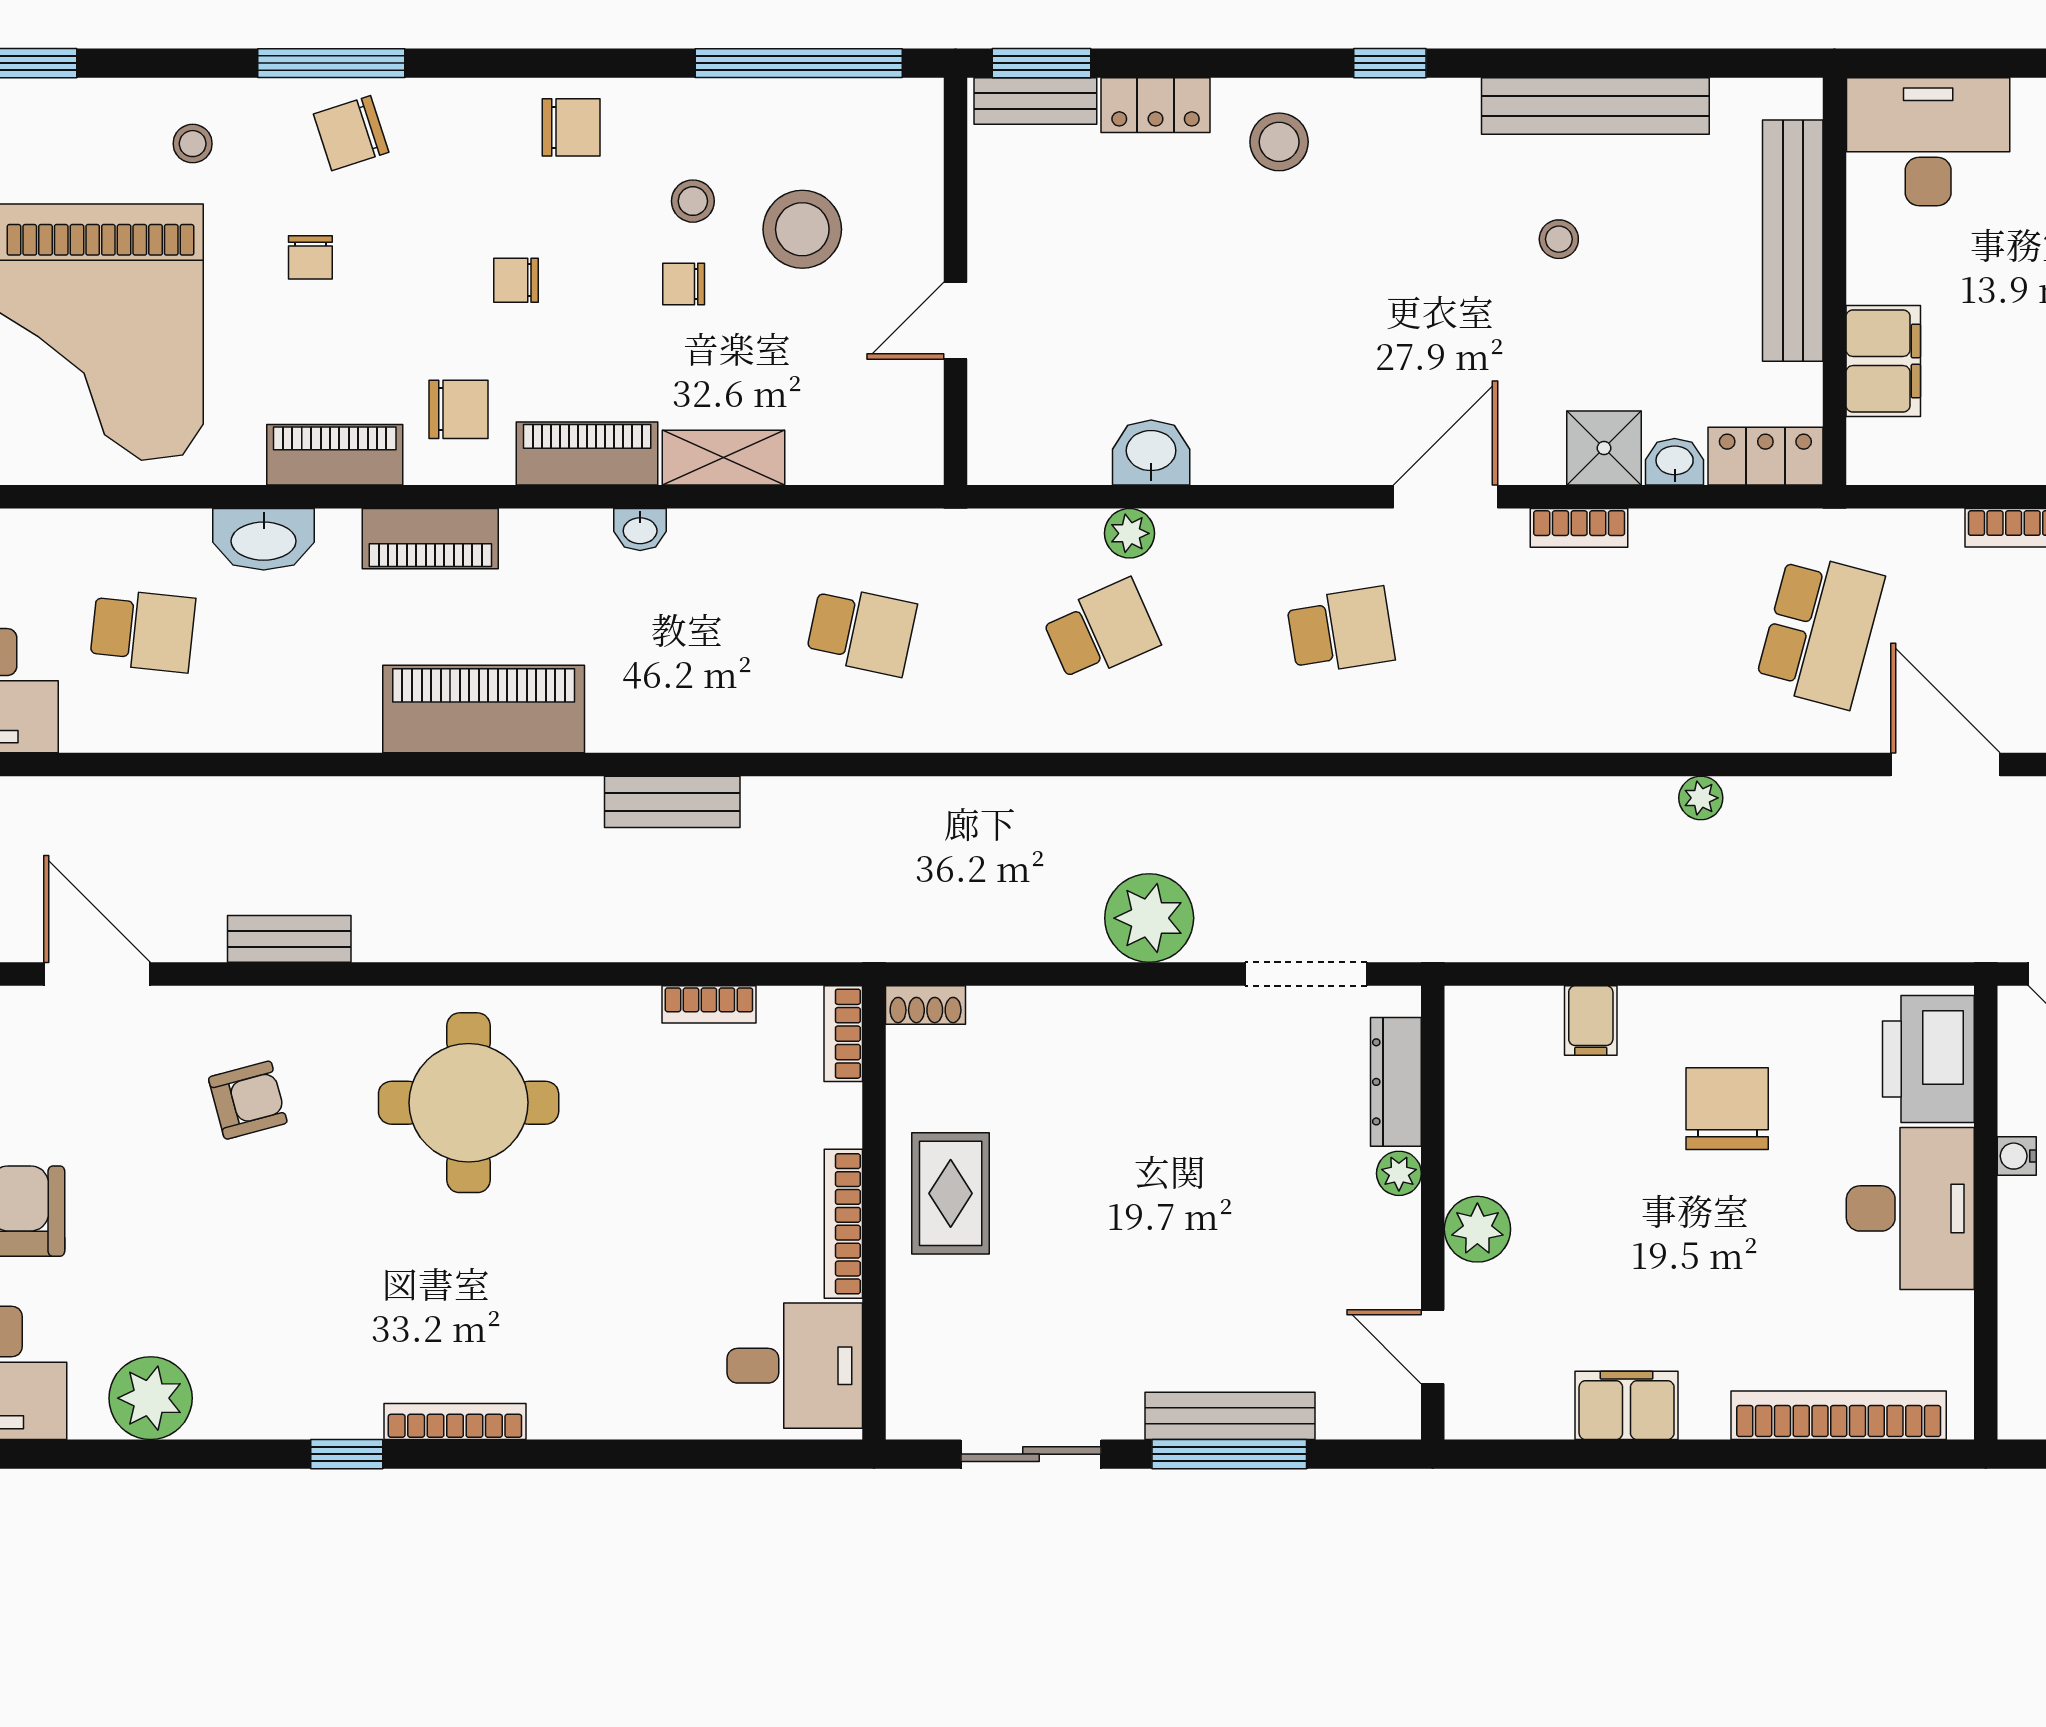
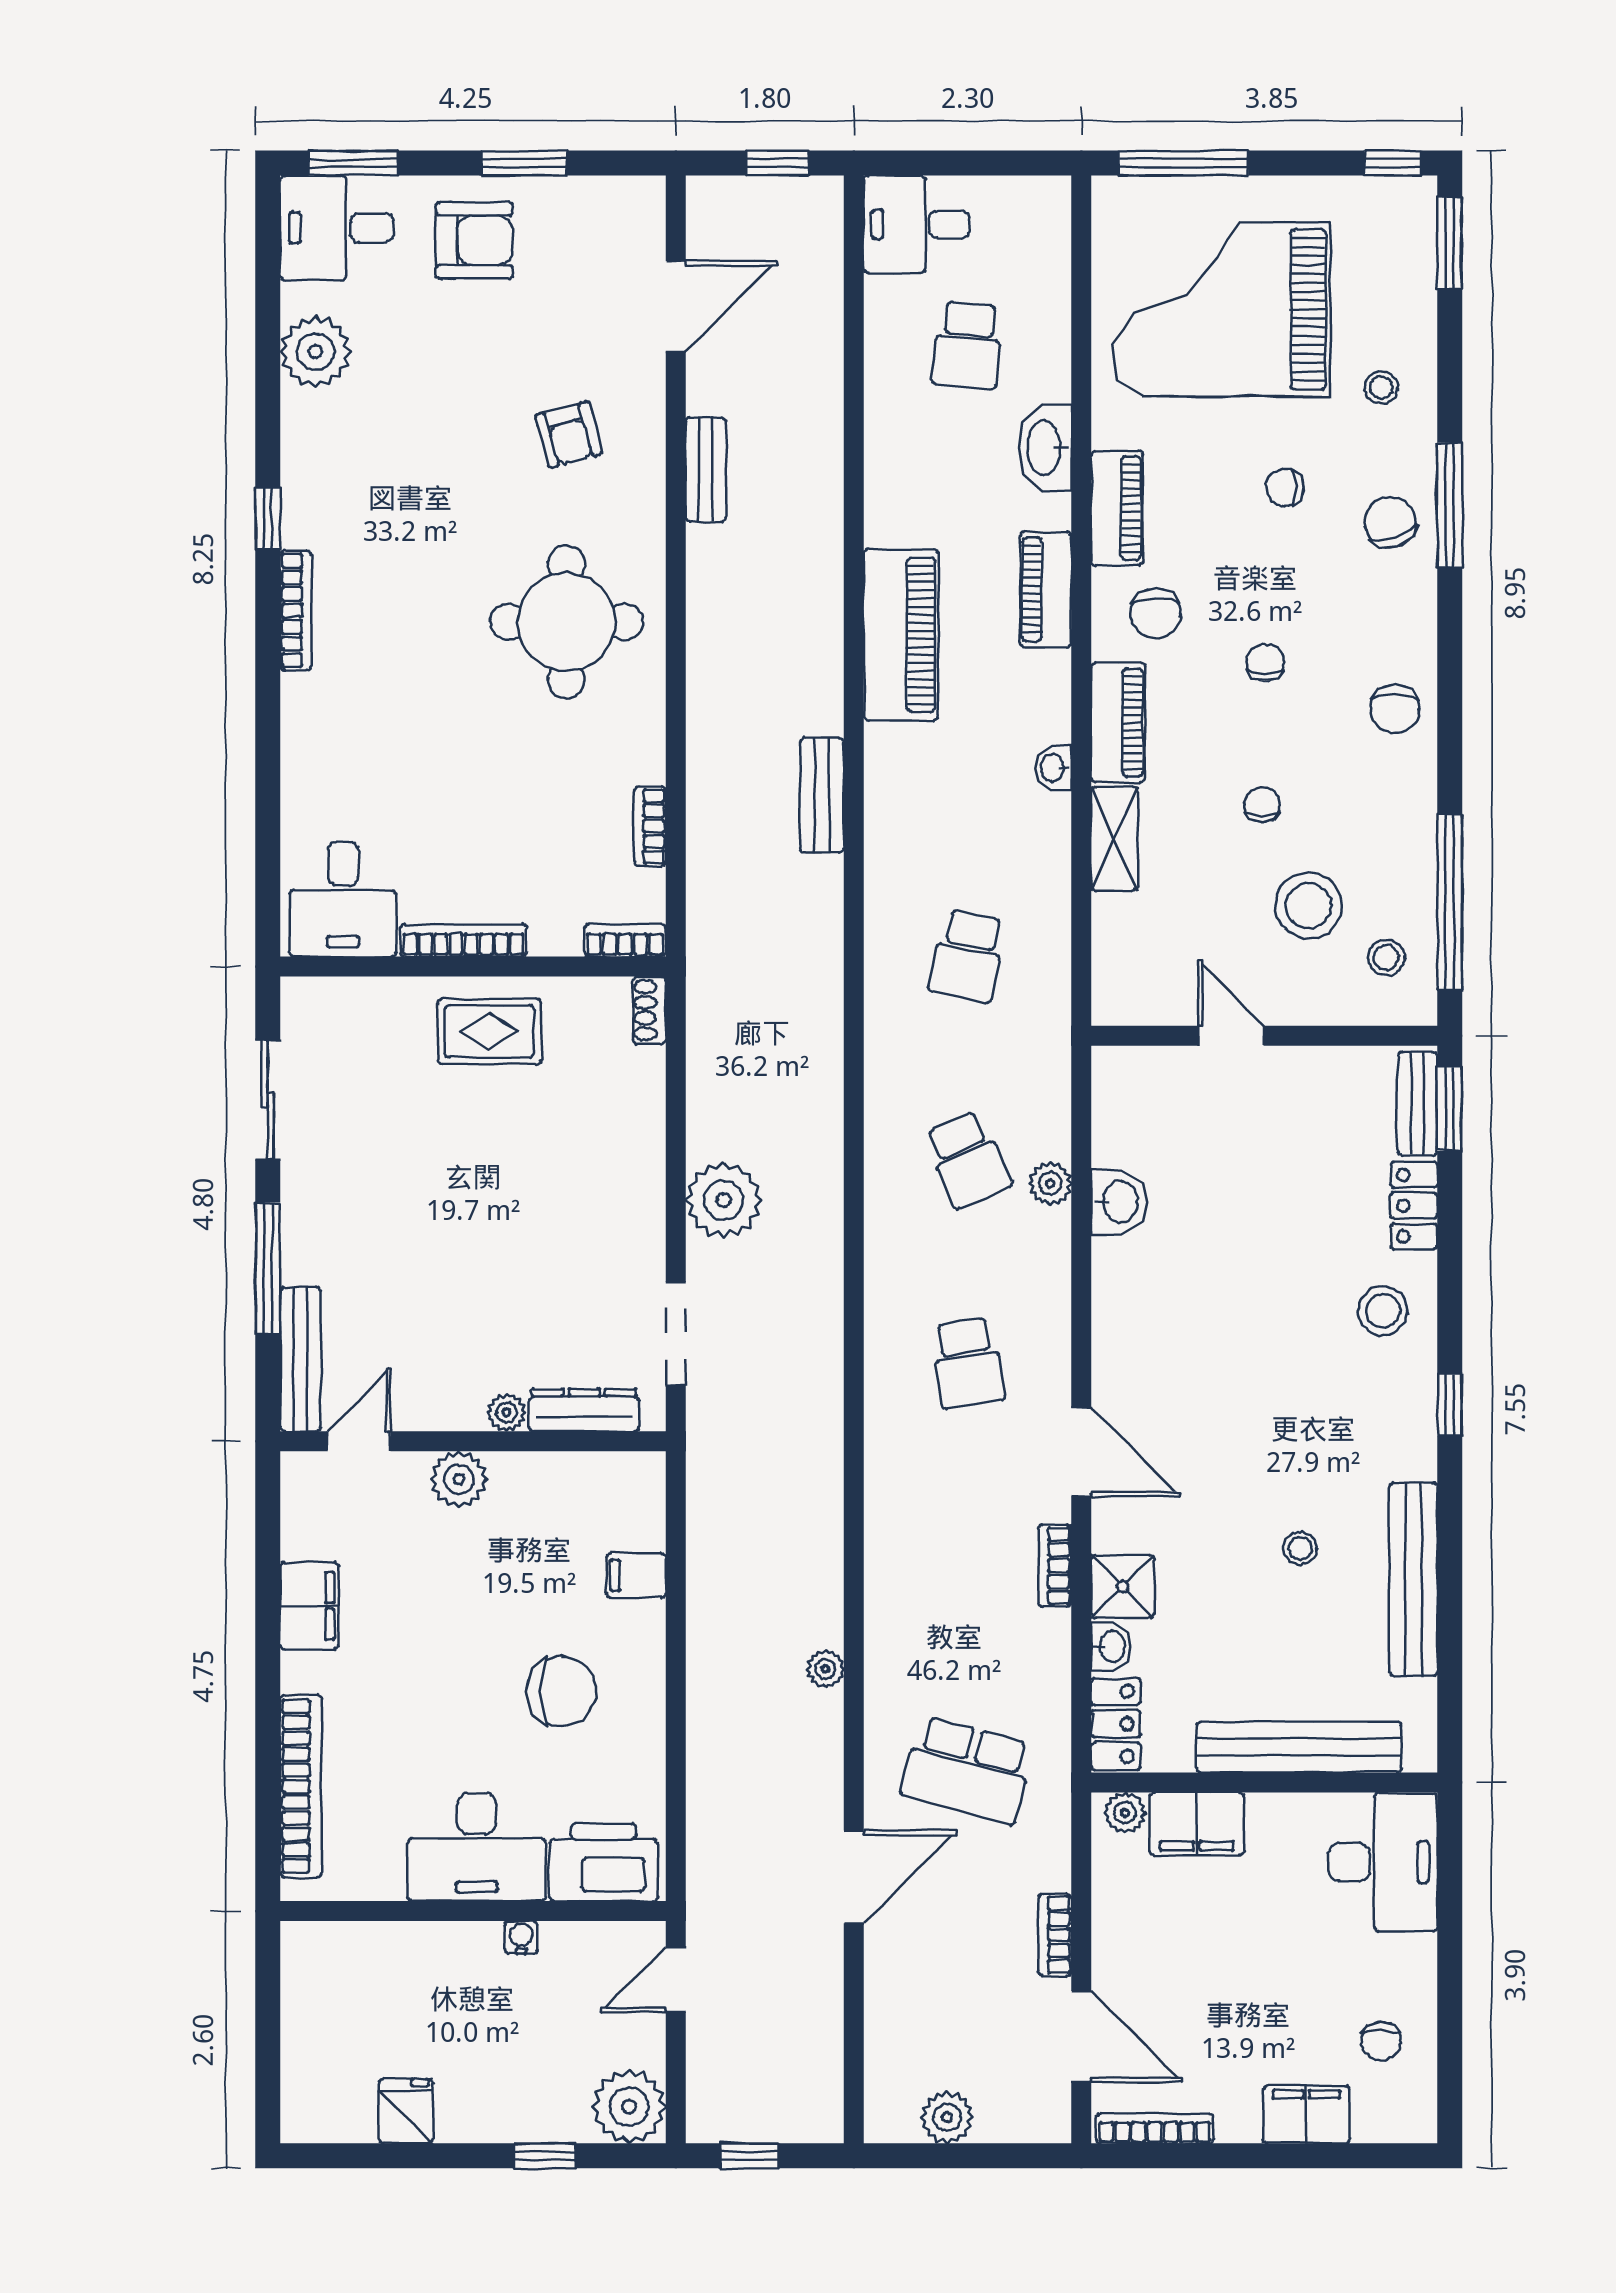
stool: (693, 201) -> (1386, 957), moved
plant: (1870, 445) -> (1125, 1813), added
bench: (1230, 1416) -> (300, 1359), moved

